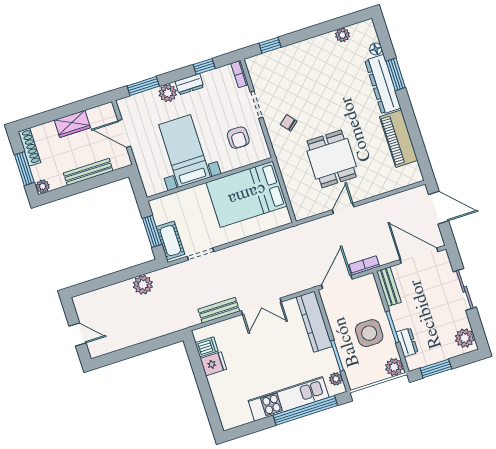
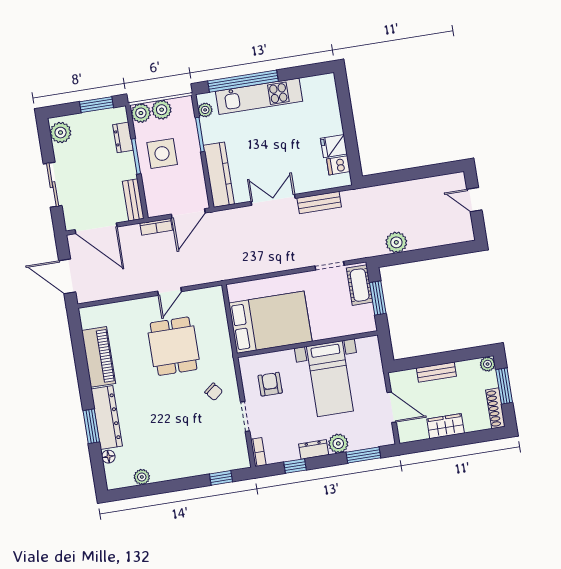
bench: (88, 172) -> (436, 372), width x0.73
plant: (376, 373) -> (162, 110), added

